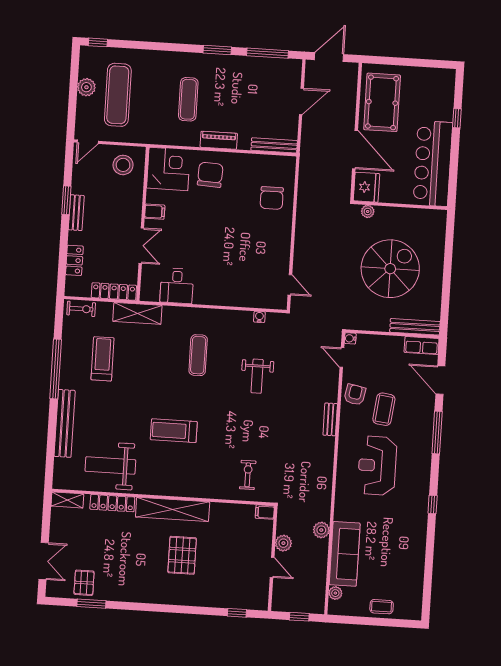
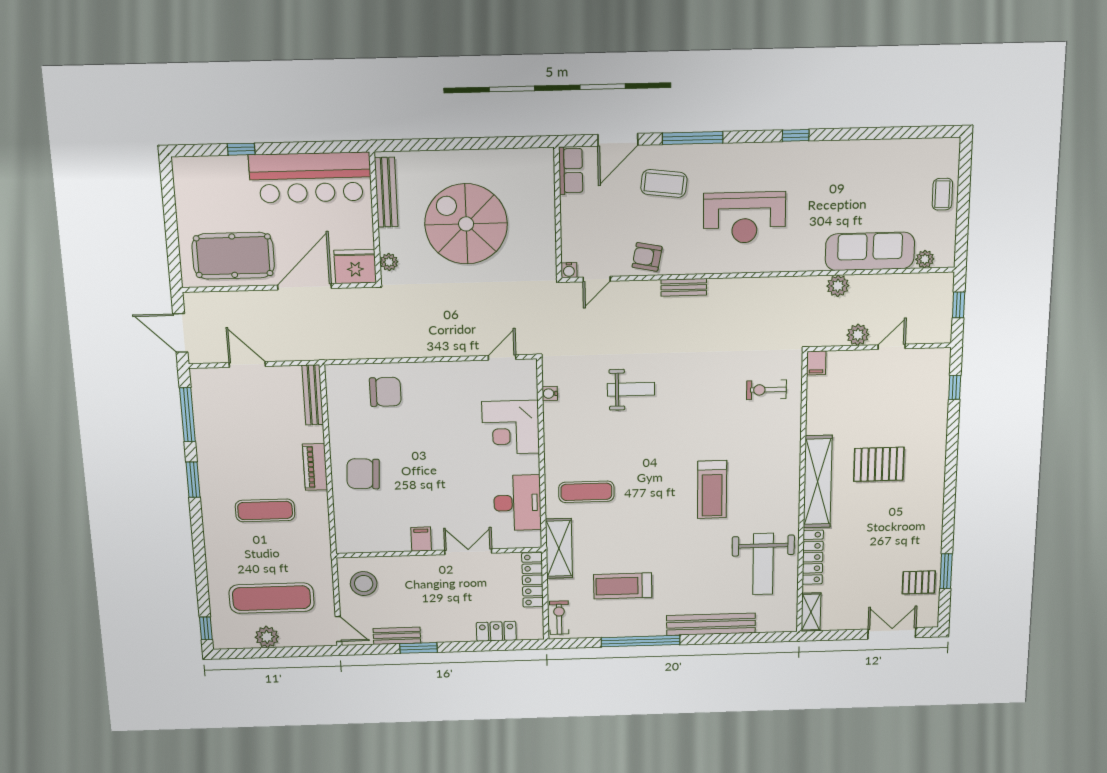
corner desk: (168, 169) -> (511, 427), moved, turned -90
bench: (76, 213) -> (397, 636), moved
desk: (177, 286) -> (517, 503), width x1.37
bench: (415, 327) -> (386, 192), moved
exercise mat: (198, 355) -> (586, 492), moved
coffee table: (384, 409) -> (664, 183), moved

